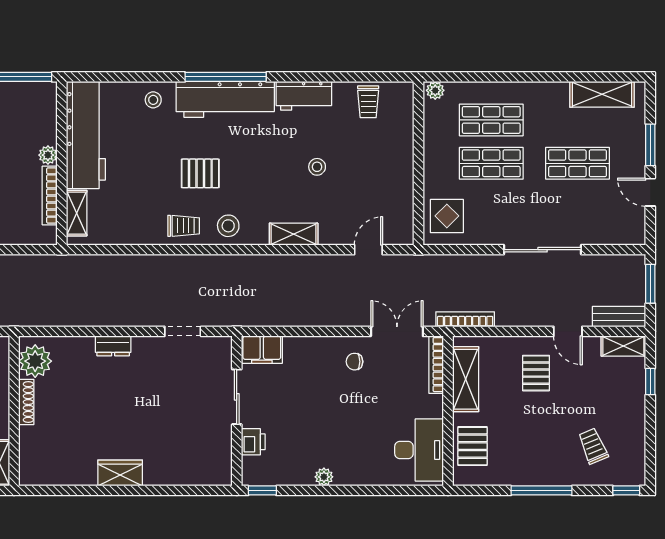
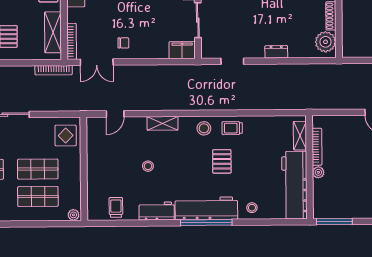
pallet: (200, 173) -> (222, 161), turned 90

